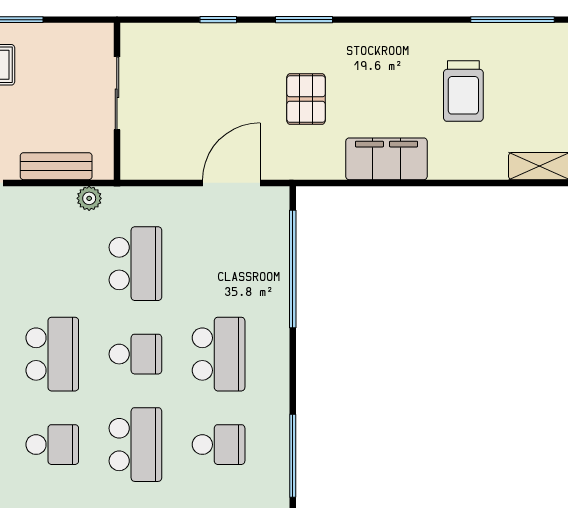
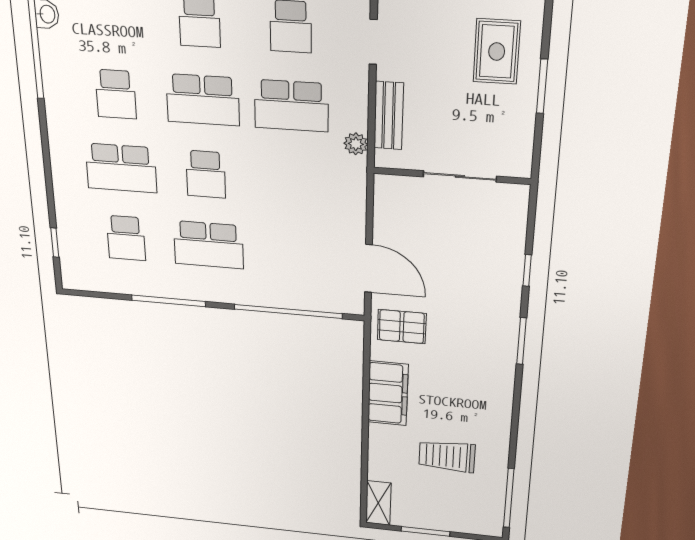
pallet: (306, 99) -> (402, 327), moved
school desk: (135, 264) -> (291, 106), moved
window: (293, 456) -> (169, 301), moved

